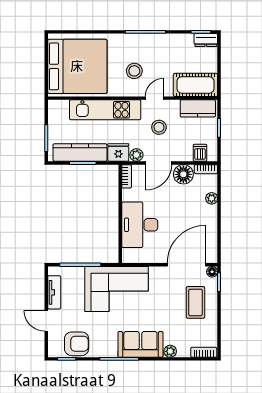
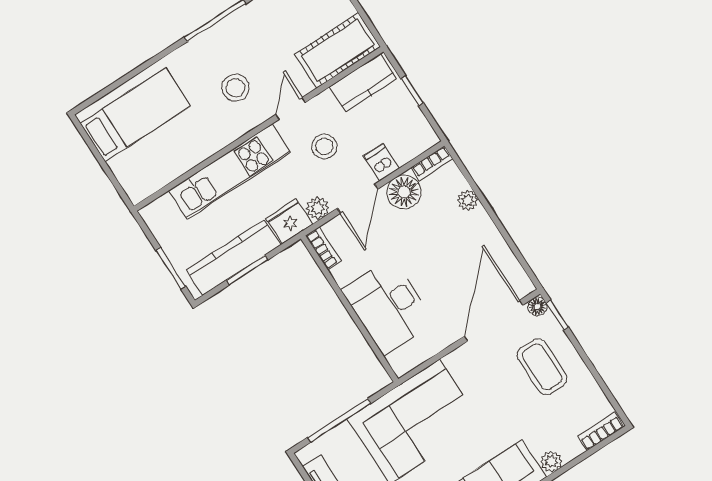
bed: (77, 66) -> (135, 115), width x0.49
dishwasher: (200, 153) -> (381, 162), moved

